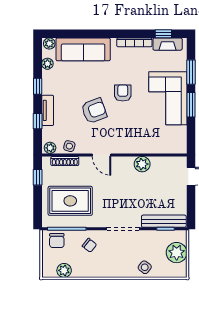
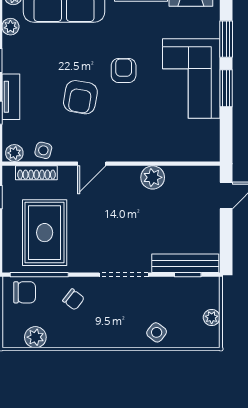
armchair: (94, 111) -> (80, 97), turned 120
door: (102, 155) -> (92, 164), hinge flipped
rug: (70, 201) -> (45, 233), turned 90
chair: (57, 241) -> (25, 292), turned -90
plant: (177, 253) -> (212, 317), width x0.53, depth x0.53

